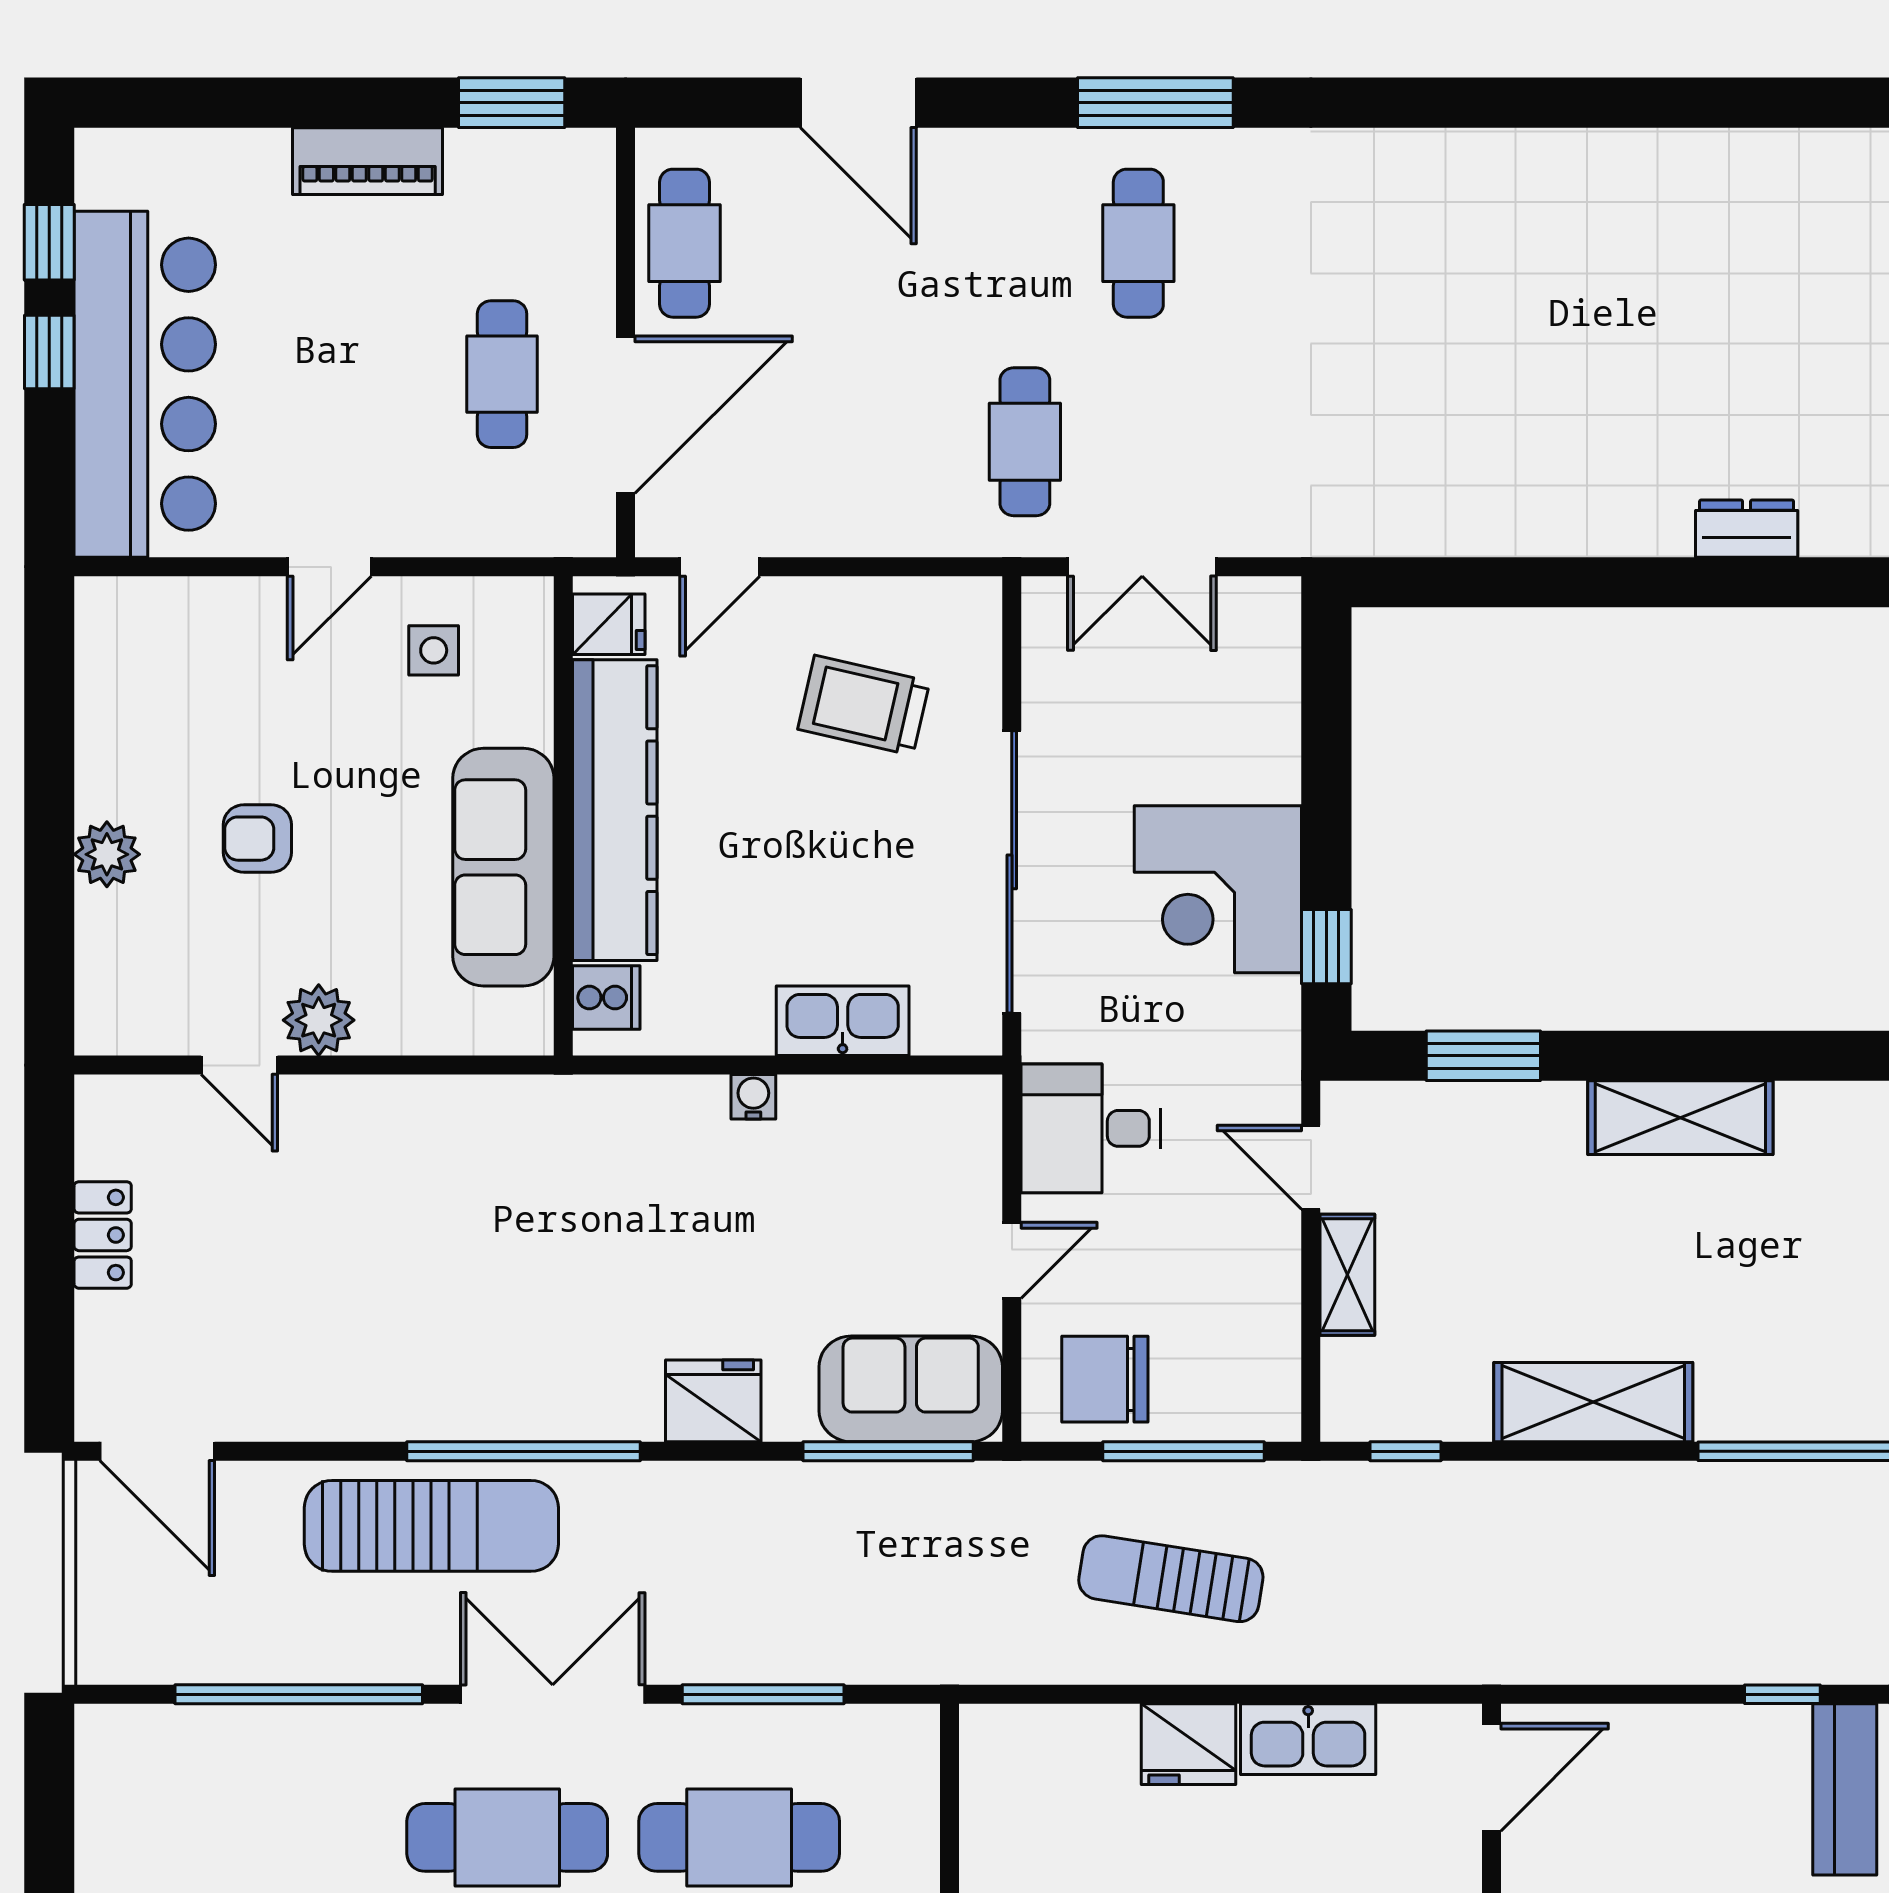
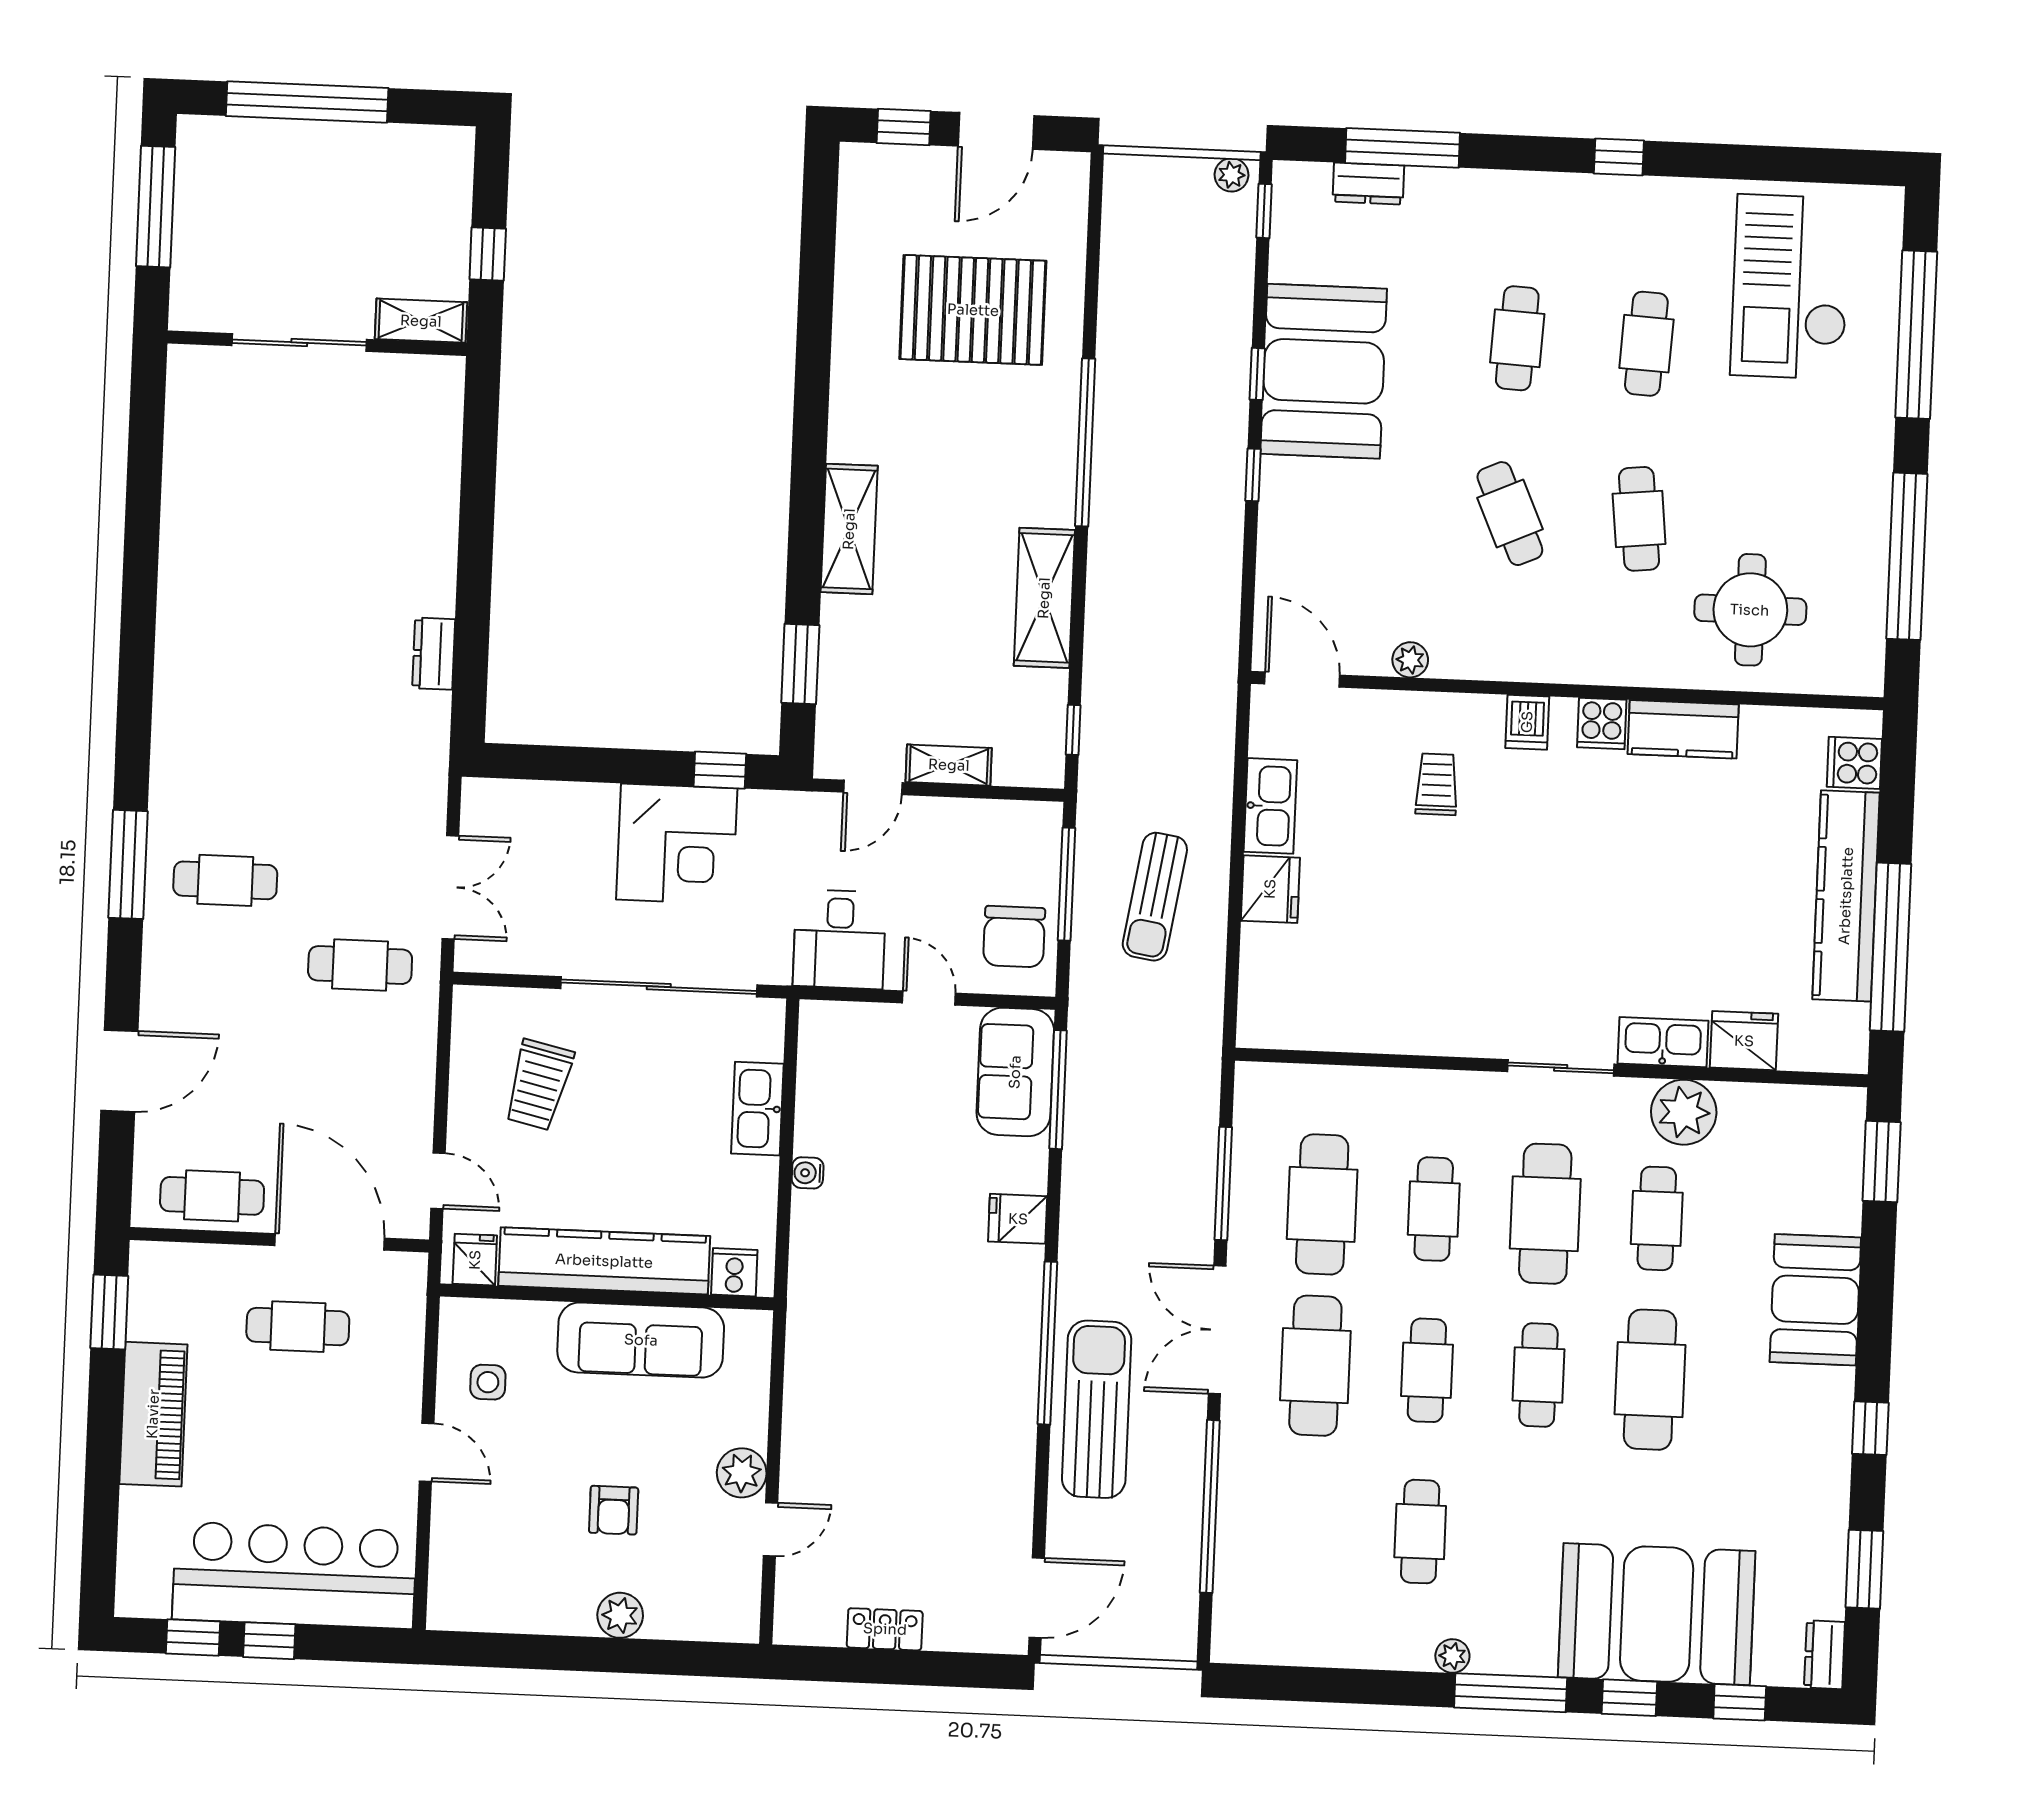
piano: (368, 161) -> (153, 1414), width x1.37, depth x1.33
dresser: (1747, 529) -> (434, 654), moved
fridge: (713, 1401) -> (1018, 1219), width x0.72

